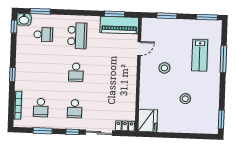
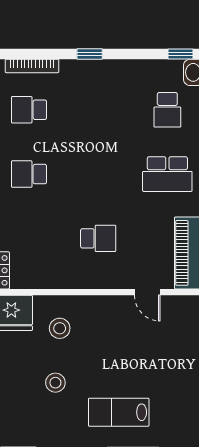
lab bench: (200, 55) -> (119, 412), moved
stool: (164, 68) -> (60, 328), moved
school desk: (76, 72) -> (98, 238), moved, turned 180

